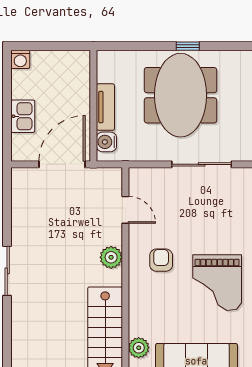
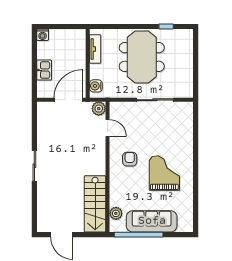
window: (188, 46) -> (166, 27), moved
tv unit: (105, 107) -> (95, 49), moved
plant: (111, 257) -> (99, 109), moved
grand piano: (217, 283) -> (164, 173), turned 180

